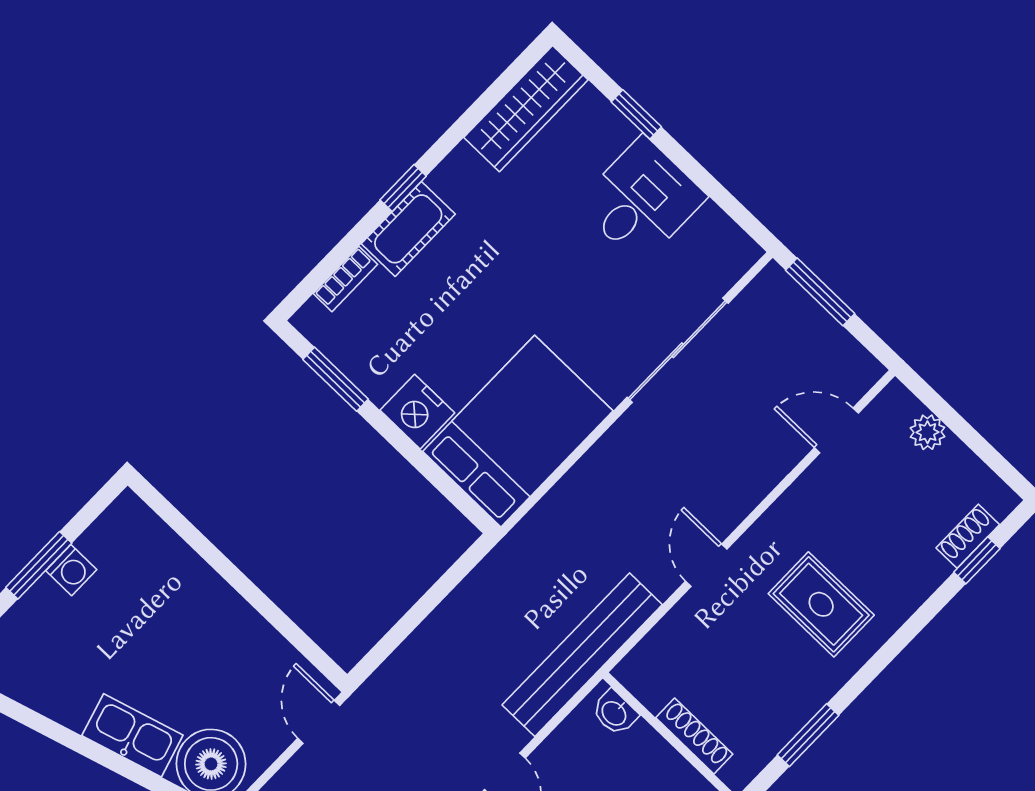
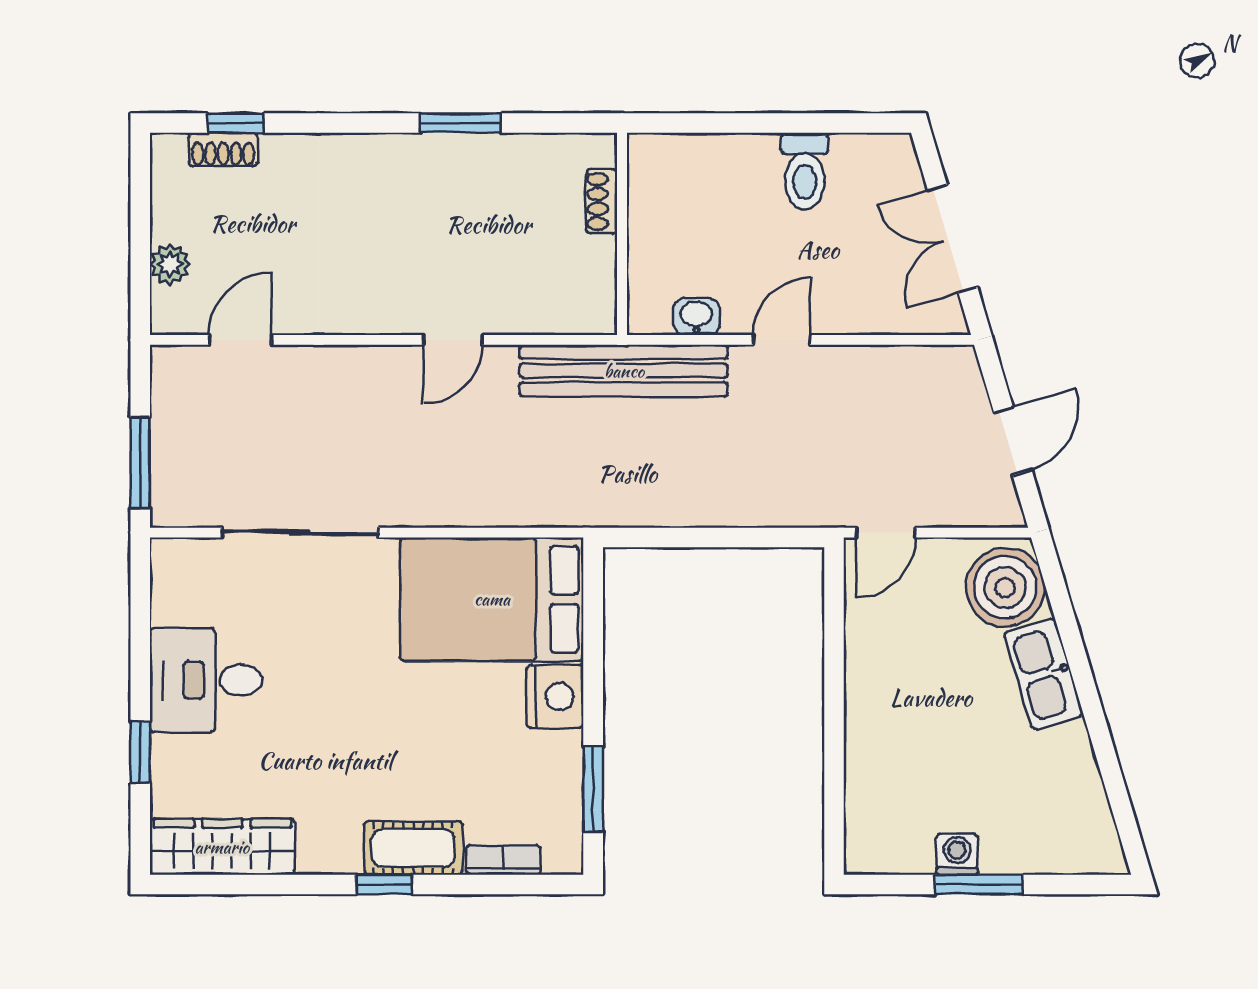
door: (836, 430) -> (240, 340), swing flipped
rug: (821, 604) -> (394, 215), removed
washbasin: (615, 713) -> (696, 317), moved, turned -90
window: (808, 735) -> (460, 123), moved
shoe rack: (694, 736) -> (602, 201), width x0.70

